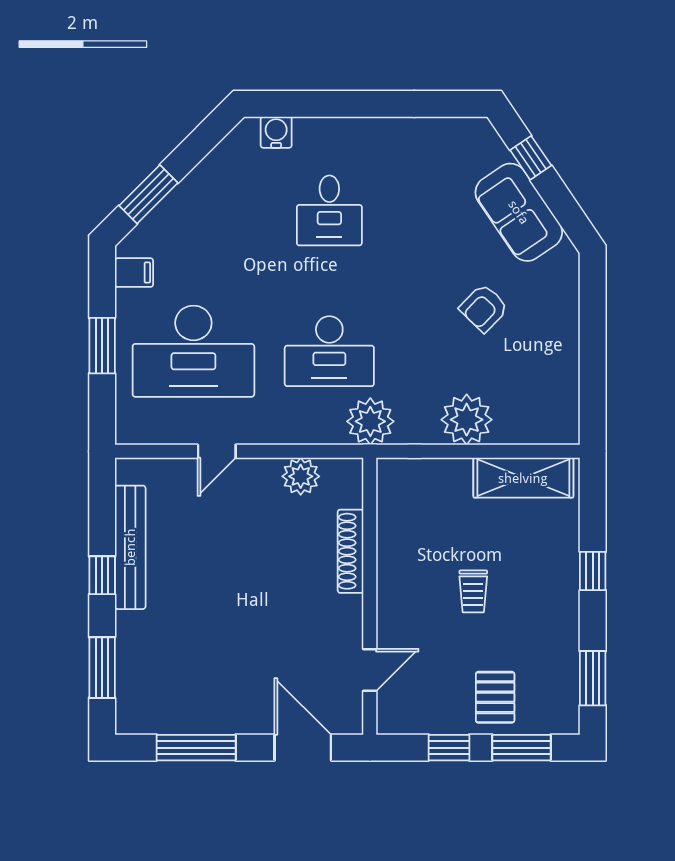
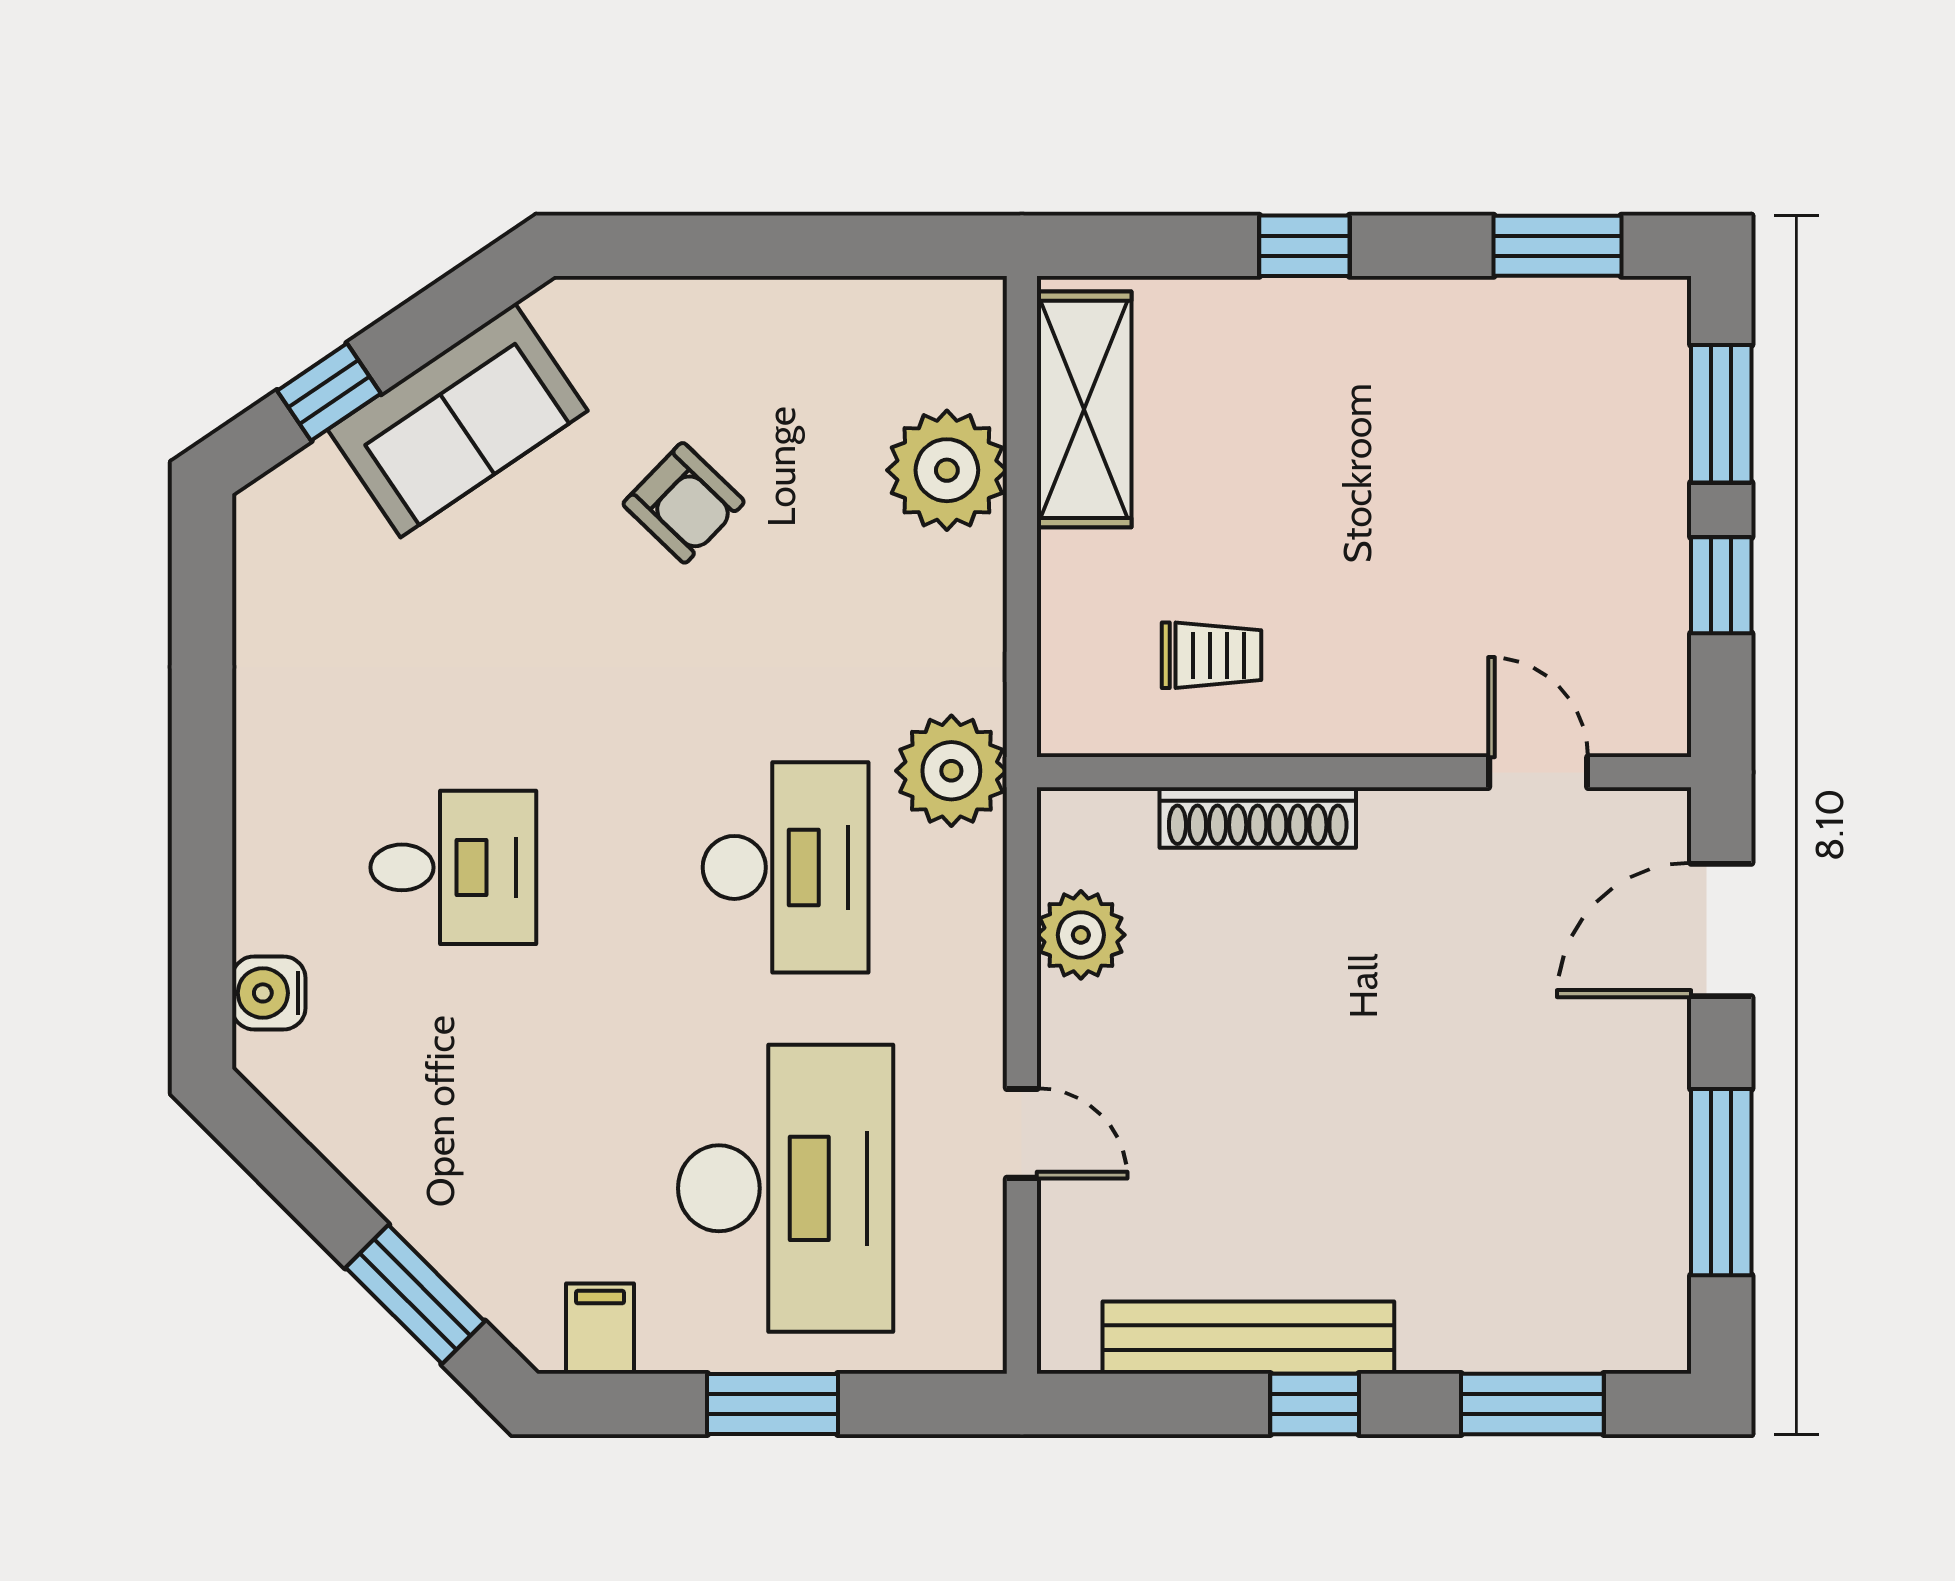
plant: (467, 420) -> (947, 470), moved
trolley: (473, 591) -> (1211, 655), moved
pallet: (495, 697) -> (1602, 476), removed

